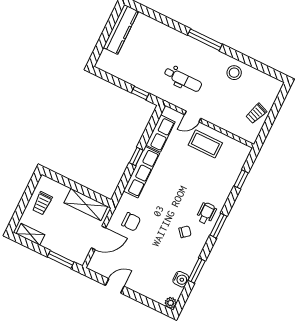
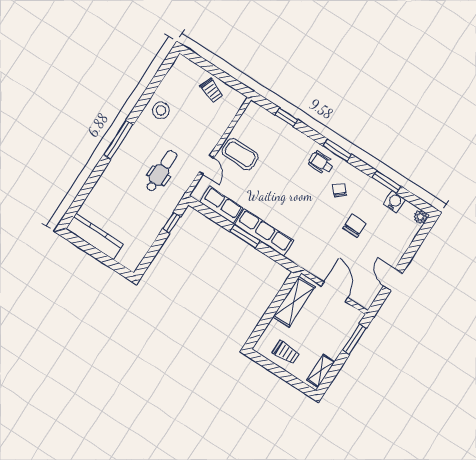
coffee table: (205, 144) -> (240, 154), turned 90
window: (136, 157) -> (245, 236), width x1.50
chair: (131, 222) -> (355, 226), moved

